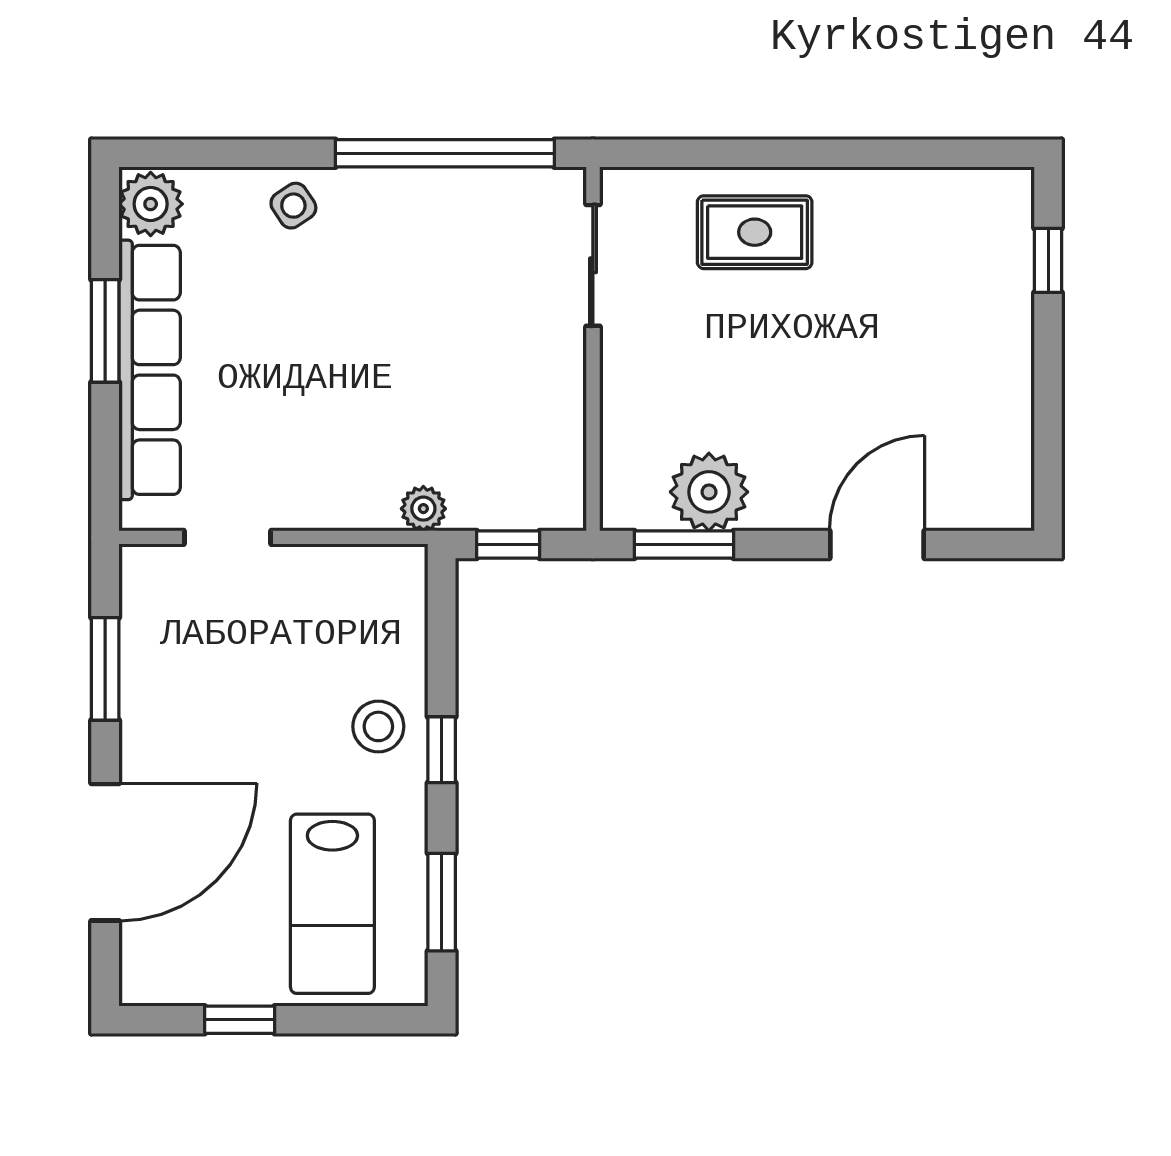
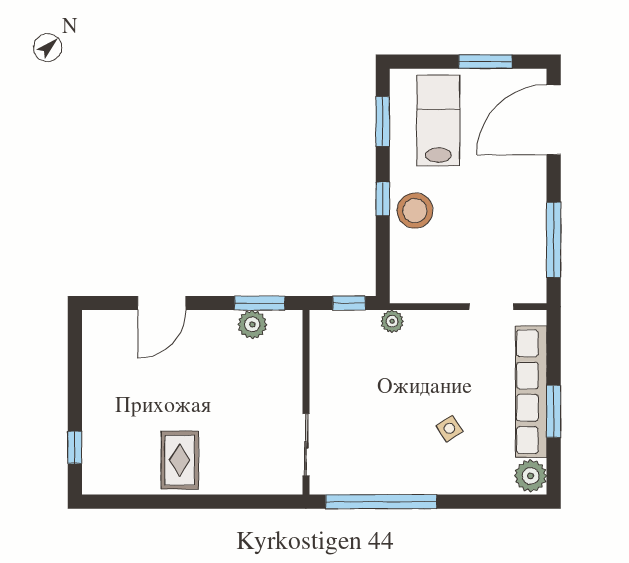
side table: (293, 206) -> (449, 428), moved
rug: (755, 232) -> (180, 460), moved, turned 90
plant: (709, 492) -> (252, 324), width x0.73, depth x0.73
window: (105, 669) -> (554, 240), width x1.44
stool: (378, 726) -> (415, 211), width x1.38, depth x1.38
door: (105, 852) -> (554, 120), moved
window: (240, 1020) -> (485, 62), width x1.50

